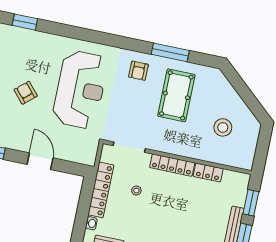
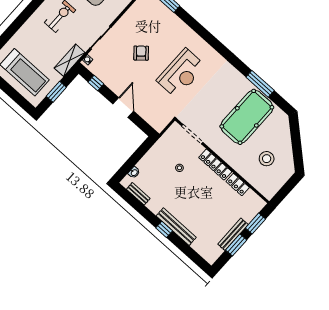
armchair: (138, 71) -> (230, 84), removed
reception desk: (80, 90) -> (181, 73), width x0.74, depth x0.77
pool table: (176, 95) -> (247, 117), width x1.36, depth x1.32
locker: (101, 190) -> (155, 153), removed

